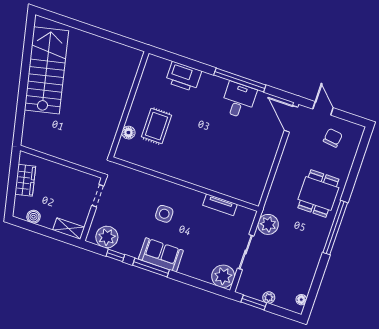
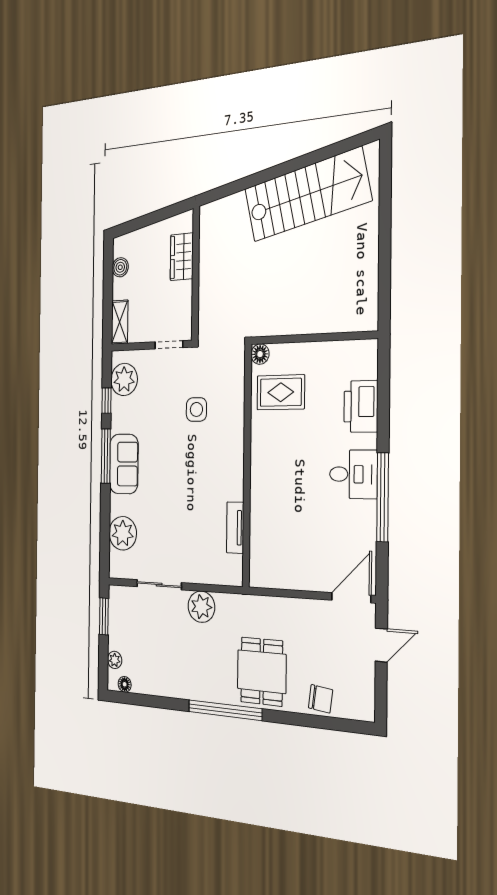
desk: (239, 100) -> (353, 474), moved
chair: (333, 138) -> (321, 699), moved
wardrobe: (25, 180) -> (182, 257), moved, turned 102
wall: (185, 184) -> (247, 466), moved
dining table: (318, 193) -> (262, 672), turned 90
tv unit: (220, 205) -> (235, 528), moved
side table: (164, 214) -> (196, 409), moved
plant: (223, 276) -> (123, 533), moved
plant: (269, 298) -> (115, 660), moved

